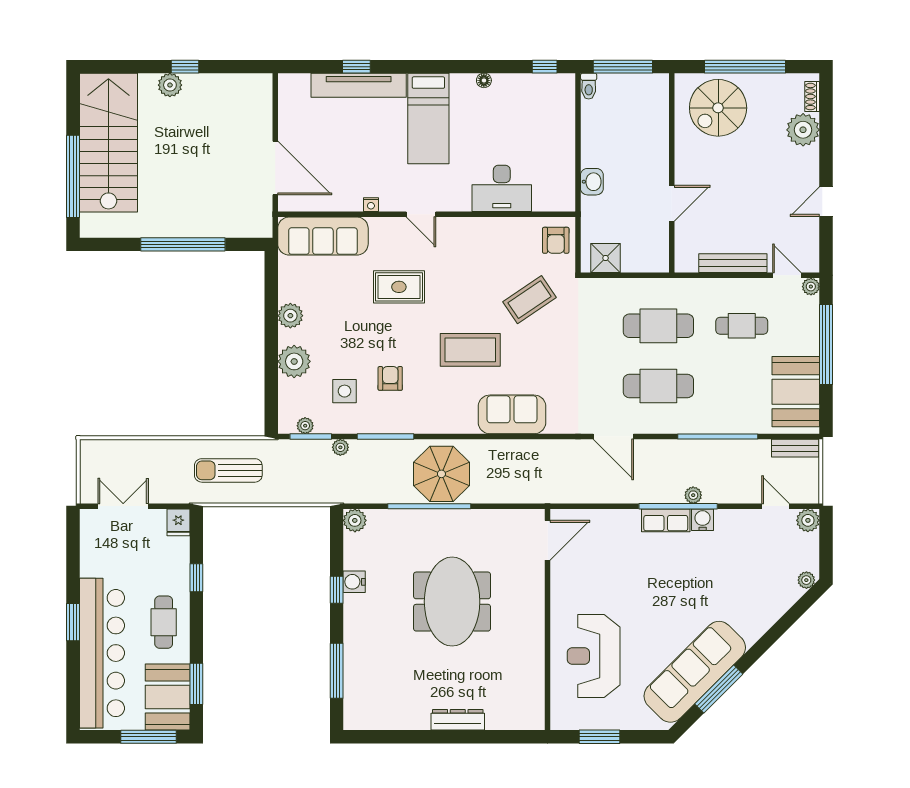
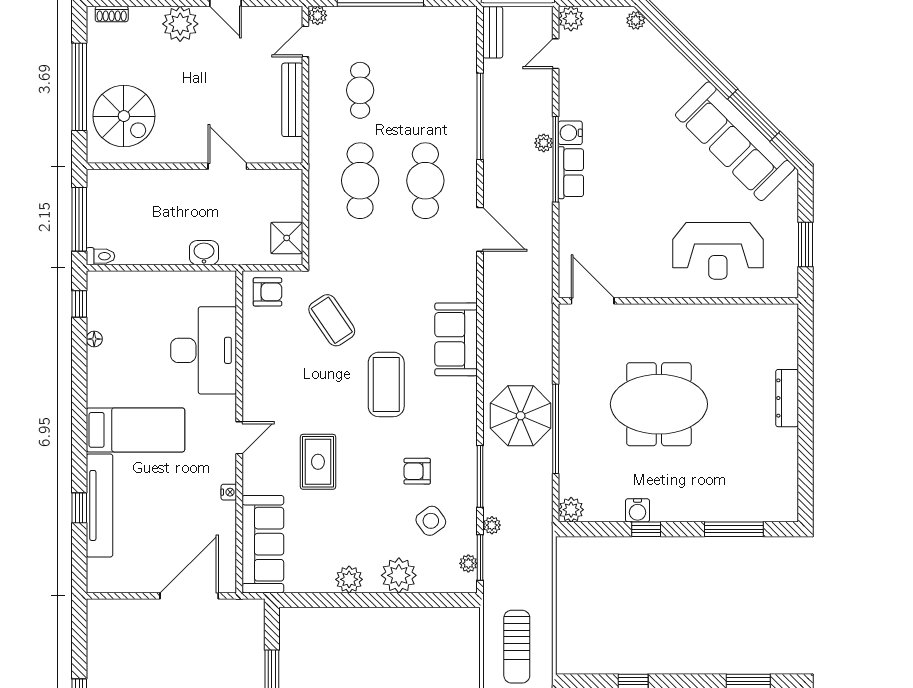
floor lamp: (484, 80) -> (94, 339), moved
plant: (803, 130) -> (180, 24), moved
desk: (502, 188) -> (204, 350), width x1.36, depth x1.30
side table: (345, 391) -> (431, 521), turned -36
booth: (796, 392) -> (432, 32), removed
door: (613, 436) -> (480, 229), hinge flipped

